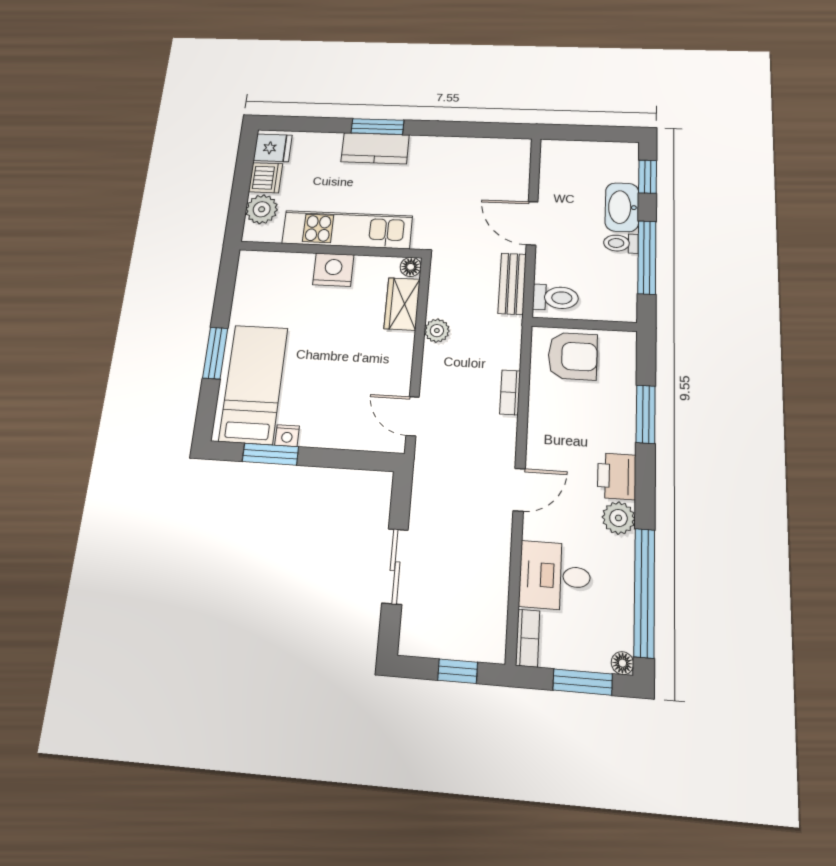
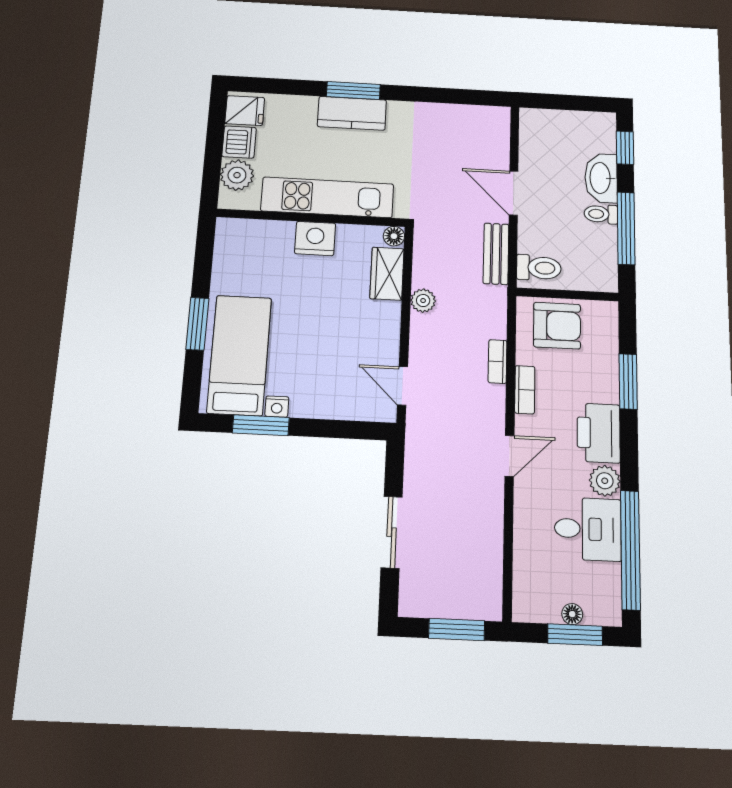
printer: (617, 476) -> (599, 433), width x1.37, depth x1.19
desk: (555, 576) -> (588, 529), moved, turned 180
bookcase: (528, 638) -> (525, 390), moved
floor lamp: (622, 663) -> (572, 614), moved
window: (458, 671) -> (457, 629), width x1.50

